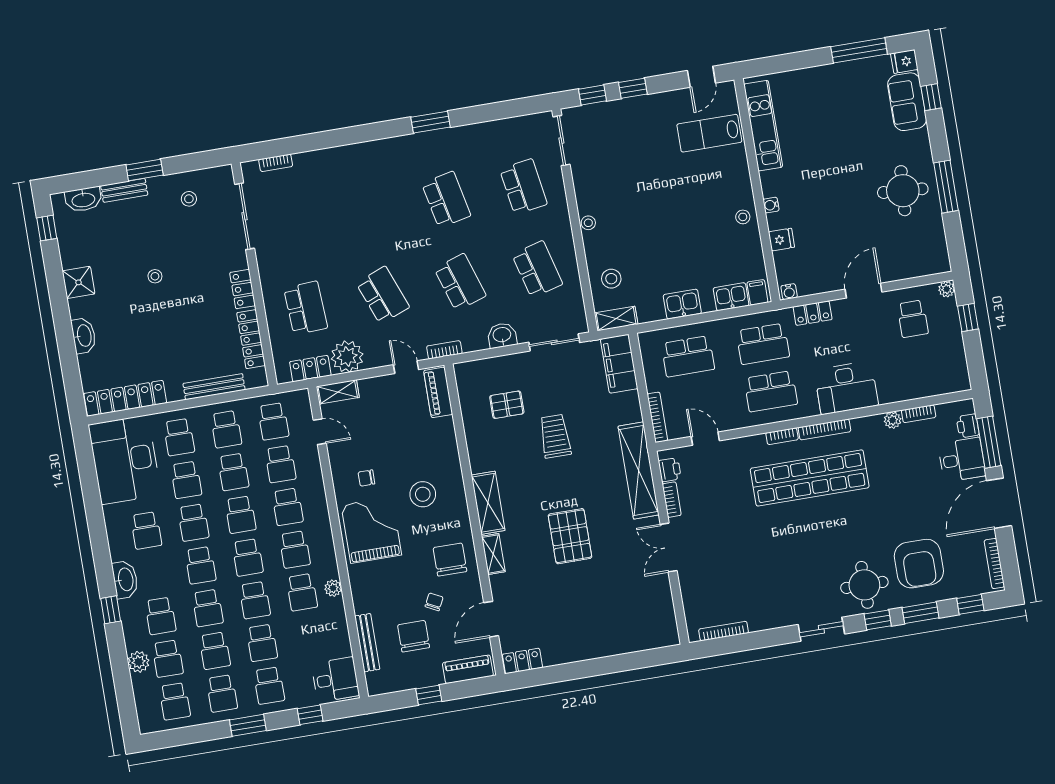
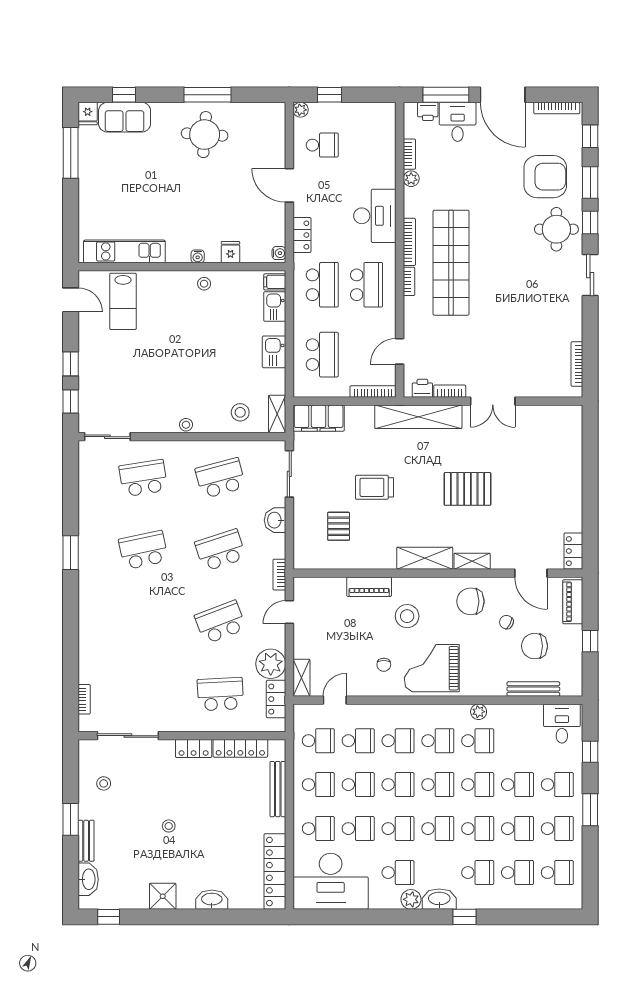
piano: (438, 392) -> (369, 587), moved
plant: (139, 662) -> (411, 899), moved

